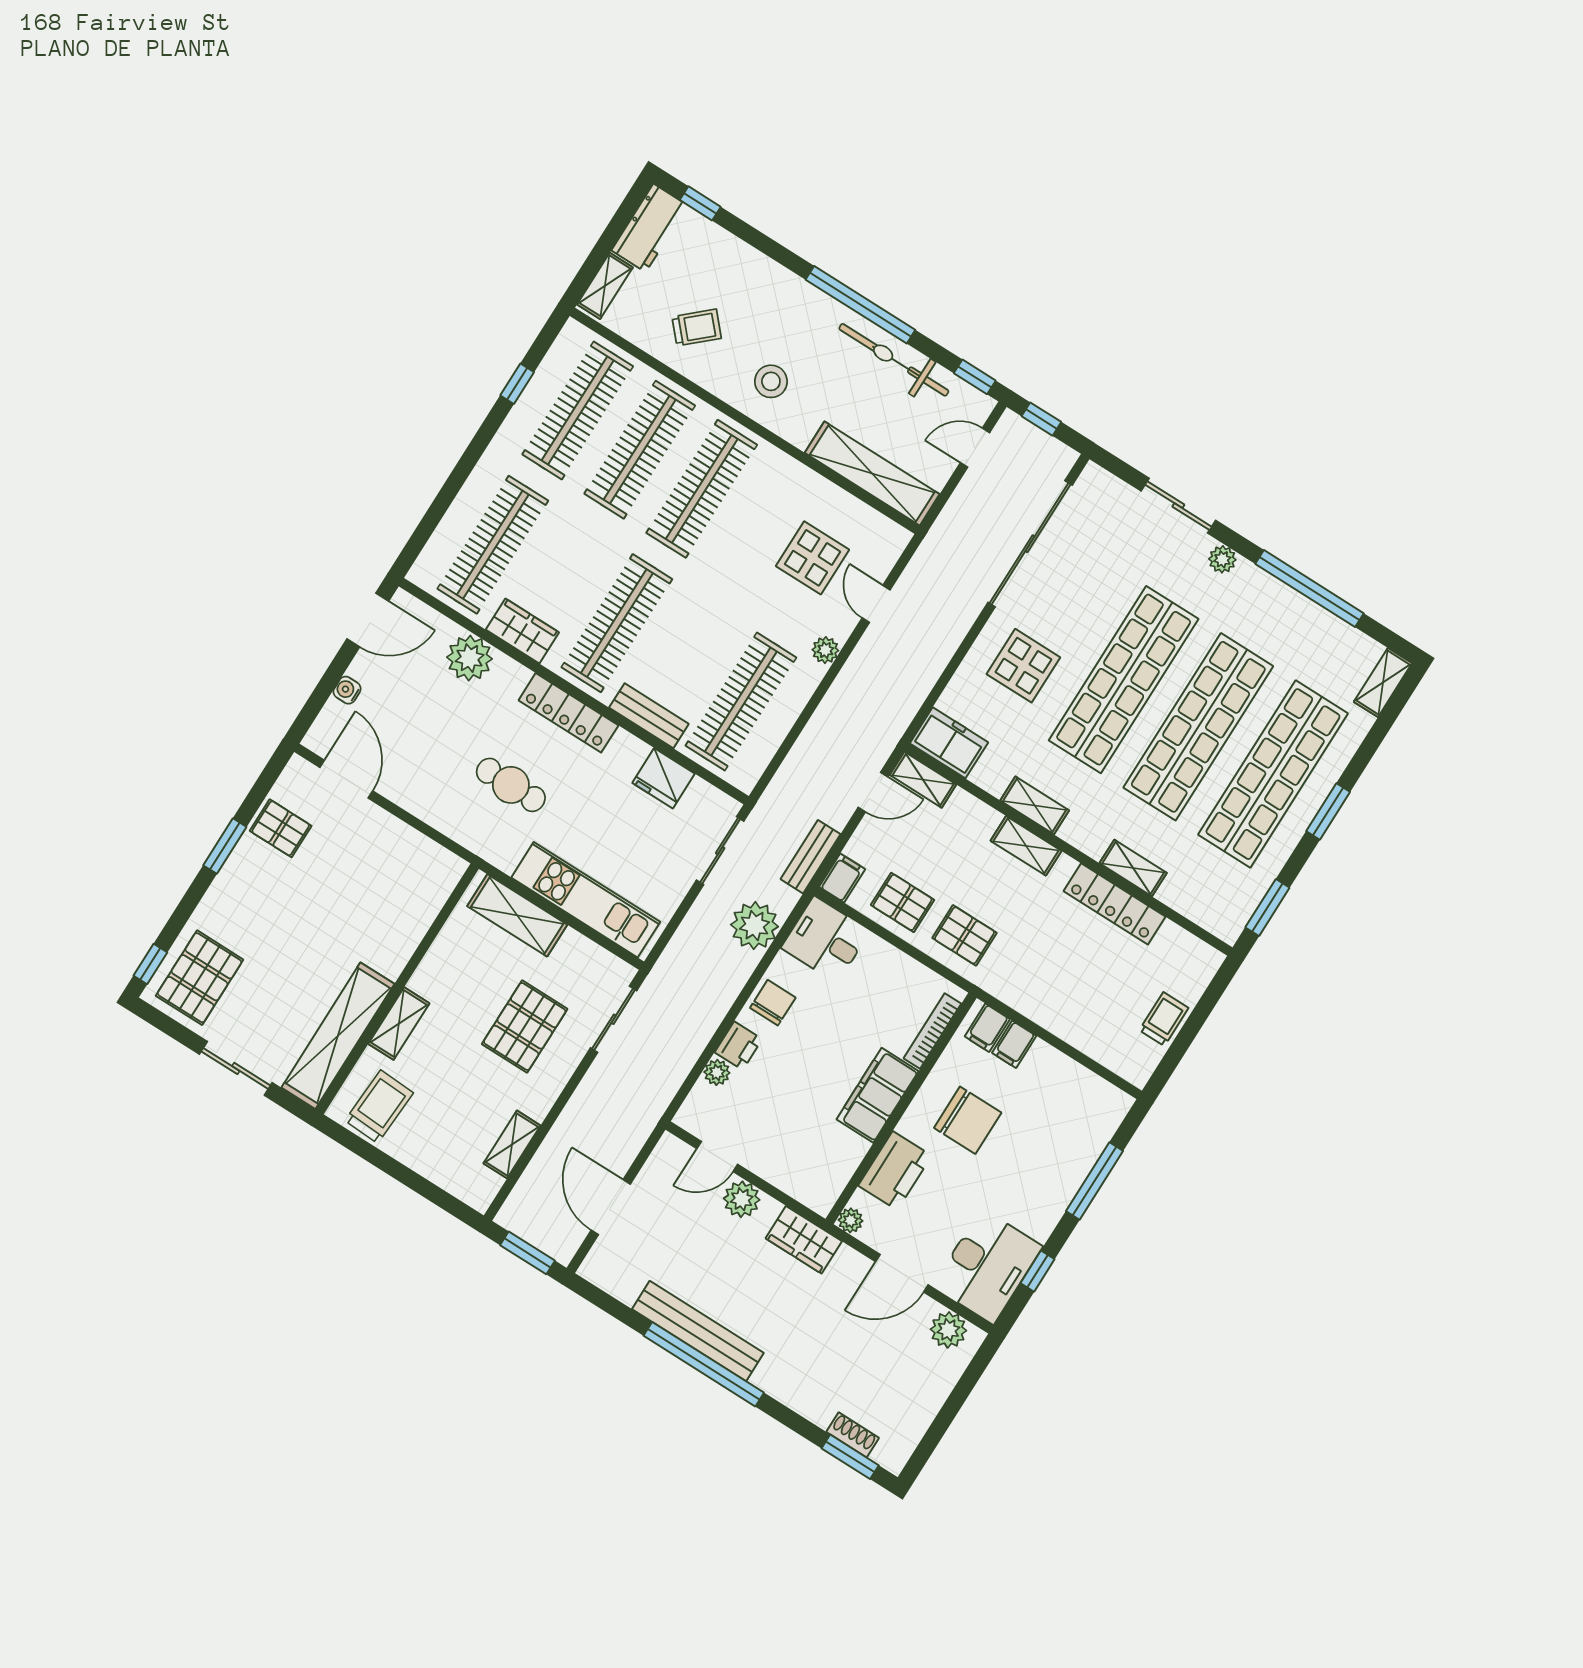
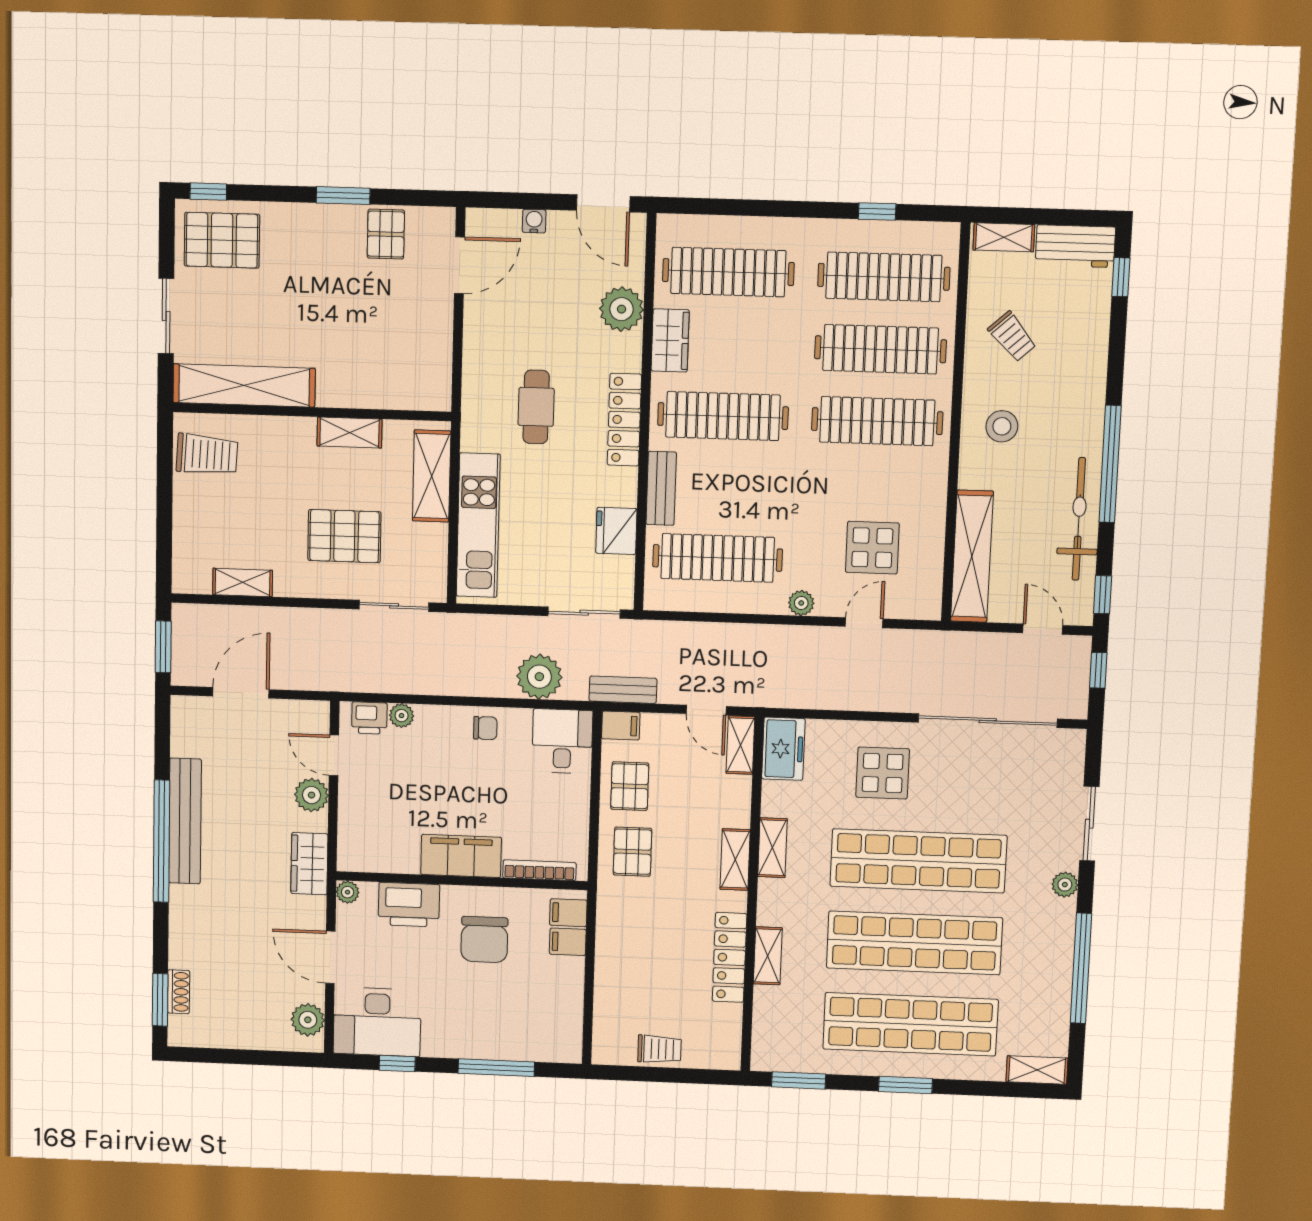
chair: (773, 1003) -> (485, 728), width x0.73, depth x0.73
shelving: (399, 1024) -> (349, 433), moved
printer: (738, 1046) -> (369, 718), moved

